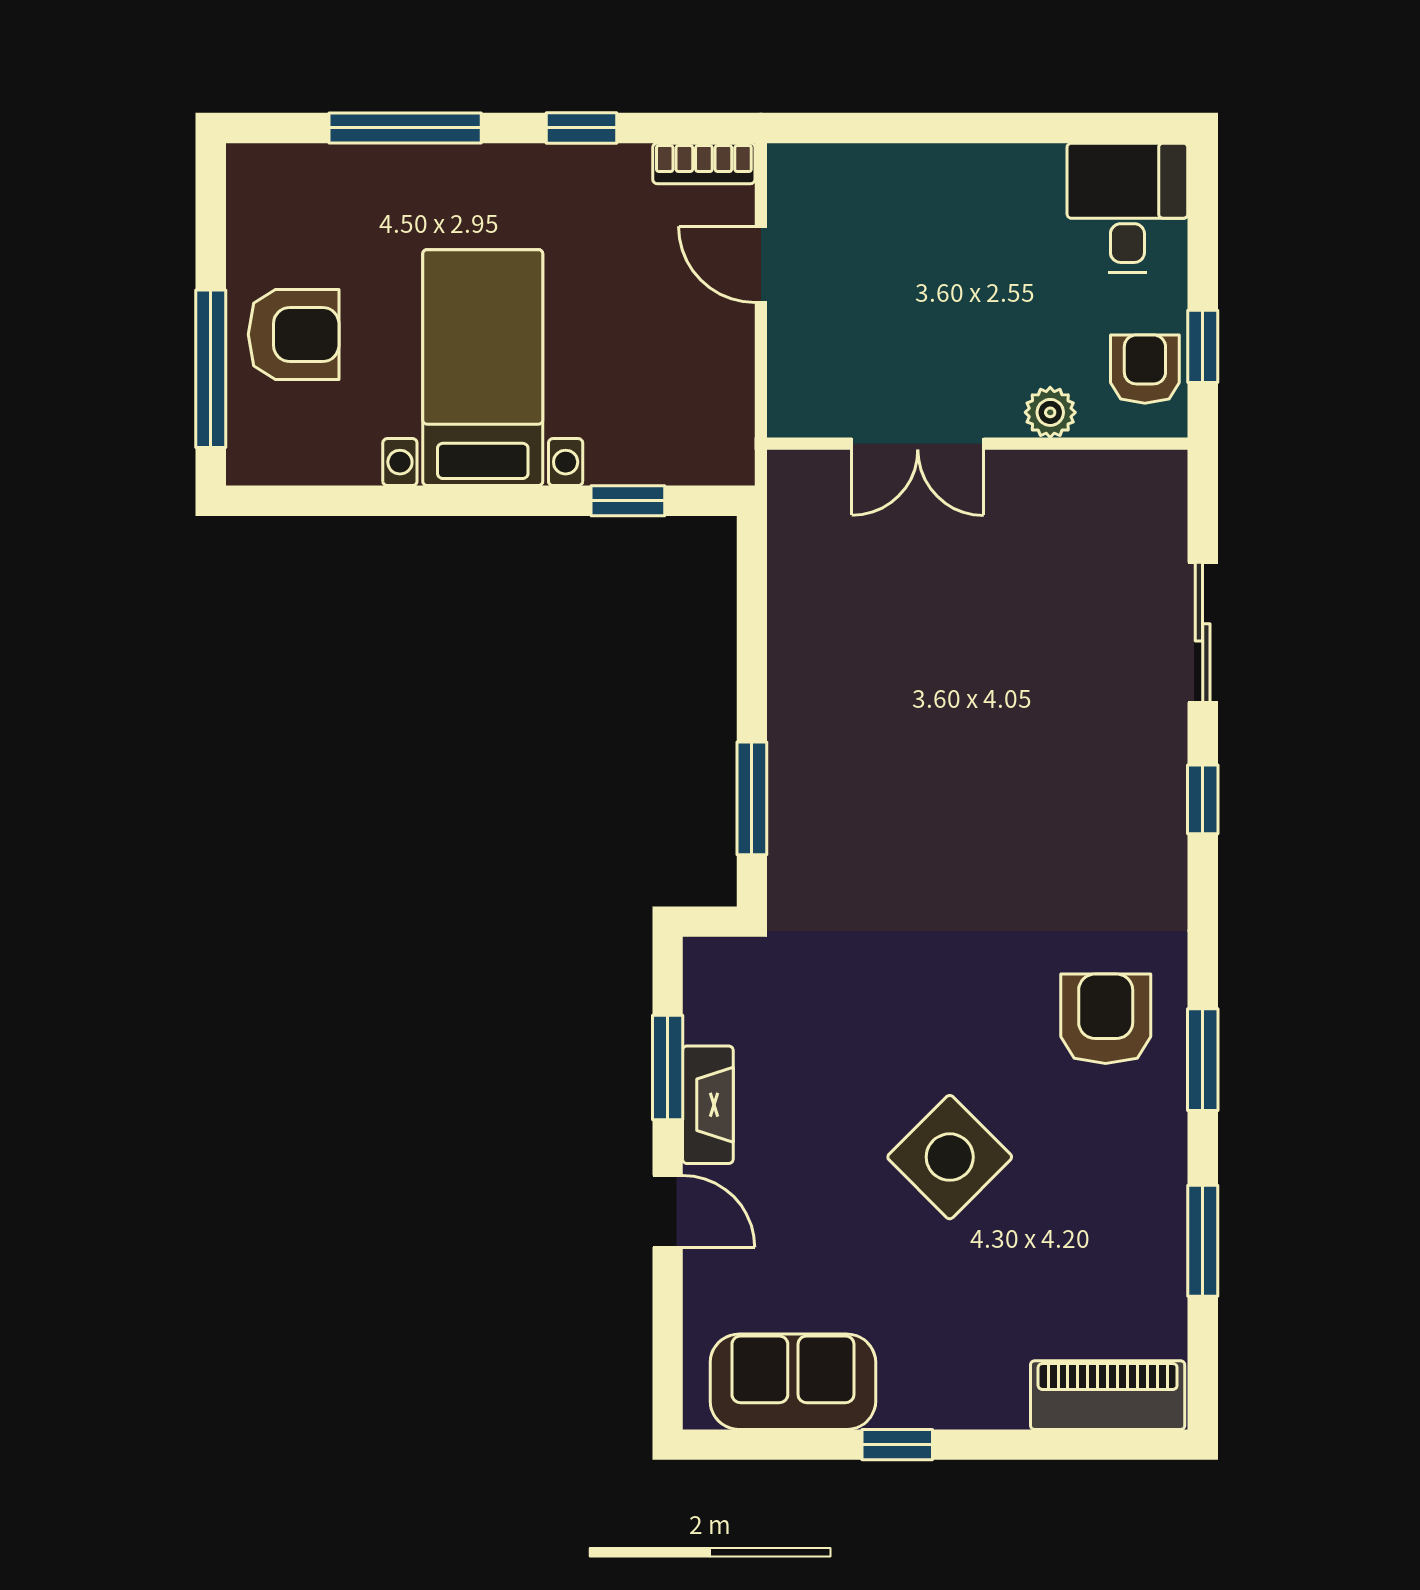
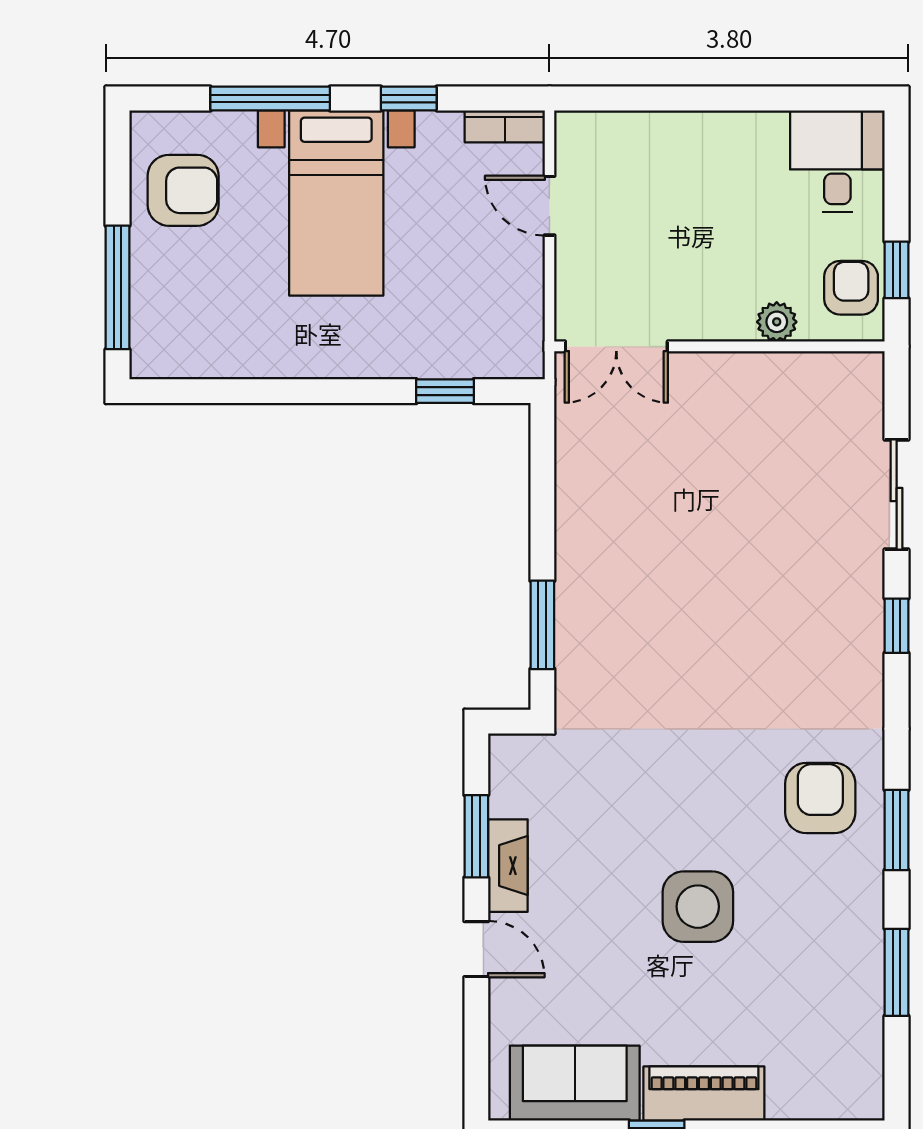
armchair: (294, 334) -> (183, 190), moved
bed with nightstands: (483, 368) -> (336, 203), moved, turned 180
double door: (918, 444) -> (616, 346), moved
side table: (950, 1157) -> (698, 907), turned 45
piano: (1108, 1395) -> (704, 1094), moved

